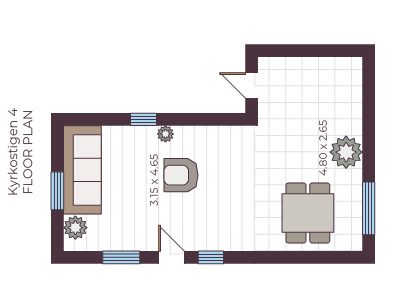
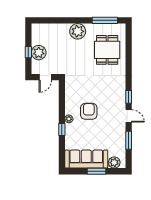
window: (303, 51) -> (28, 52), added
plant: (302, 72) -> (39, 53), added
armchair: (181, 175) -> (89, 111), turned 180
dining table: (308, 213) -> (107, 50), turned 90
door: (172, 257) -> (129, 116), swing flipped

